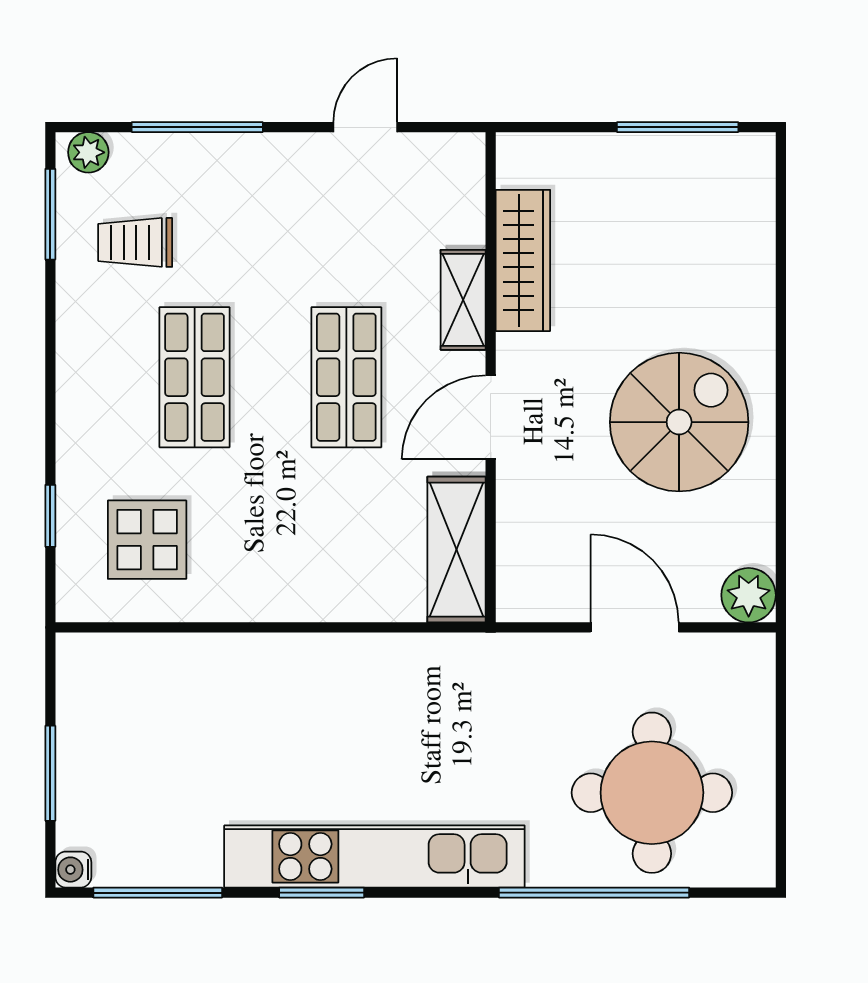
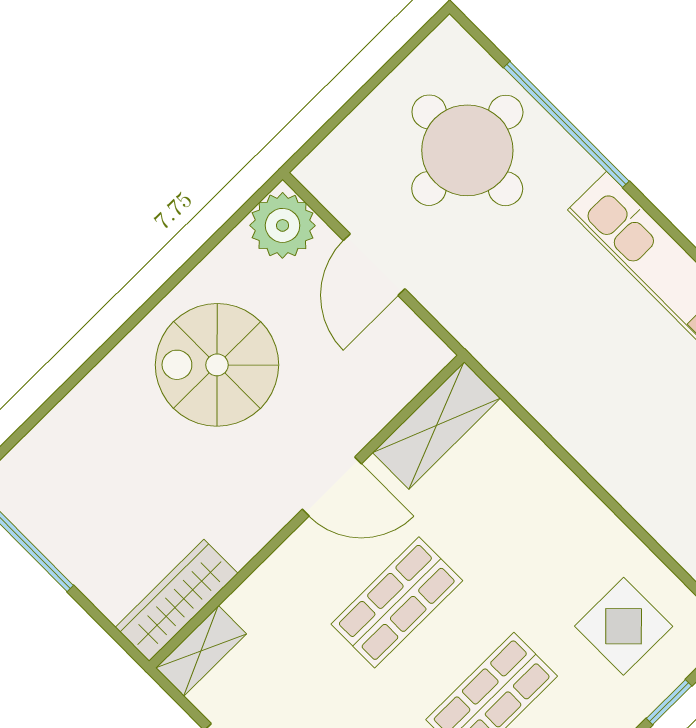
wardrobe: (523, 260) -> (177, 600), moved
shelving: (463, 300) -> (201, 651), moved
plant: (749, 595) -> (283, 225), width x1.36, depth x1.36

